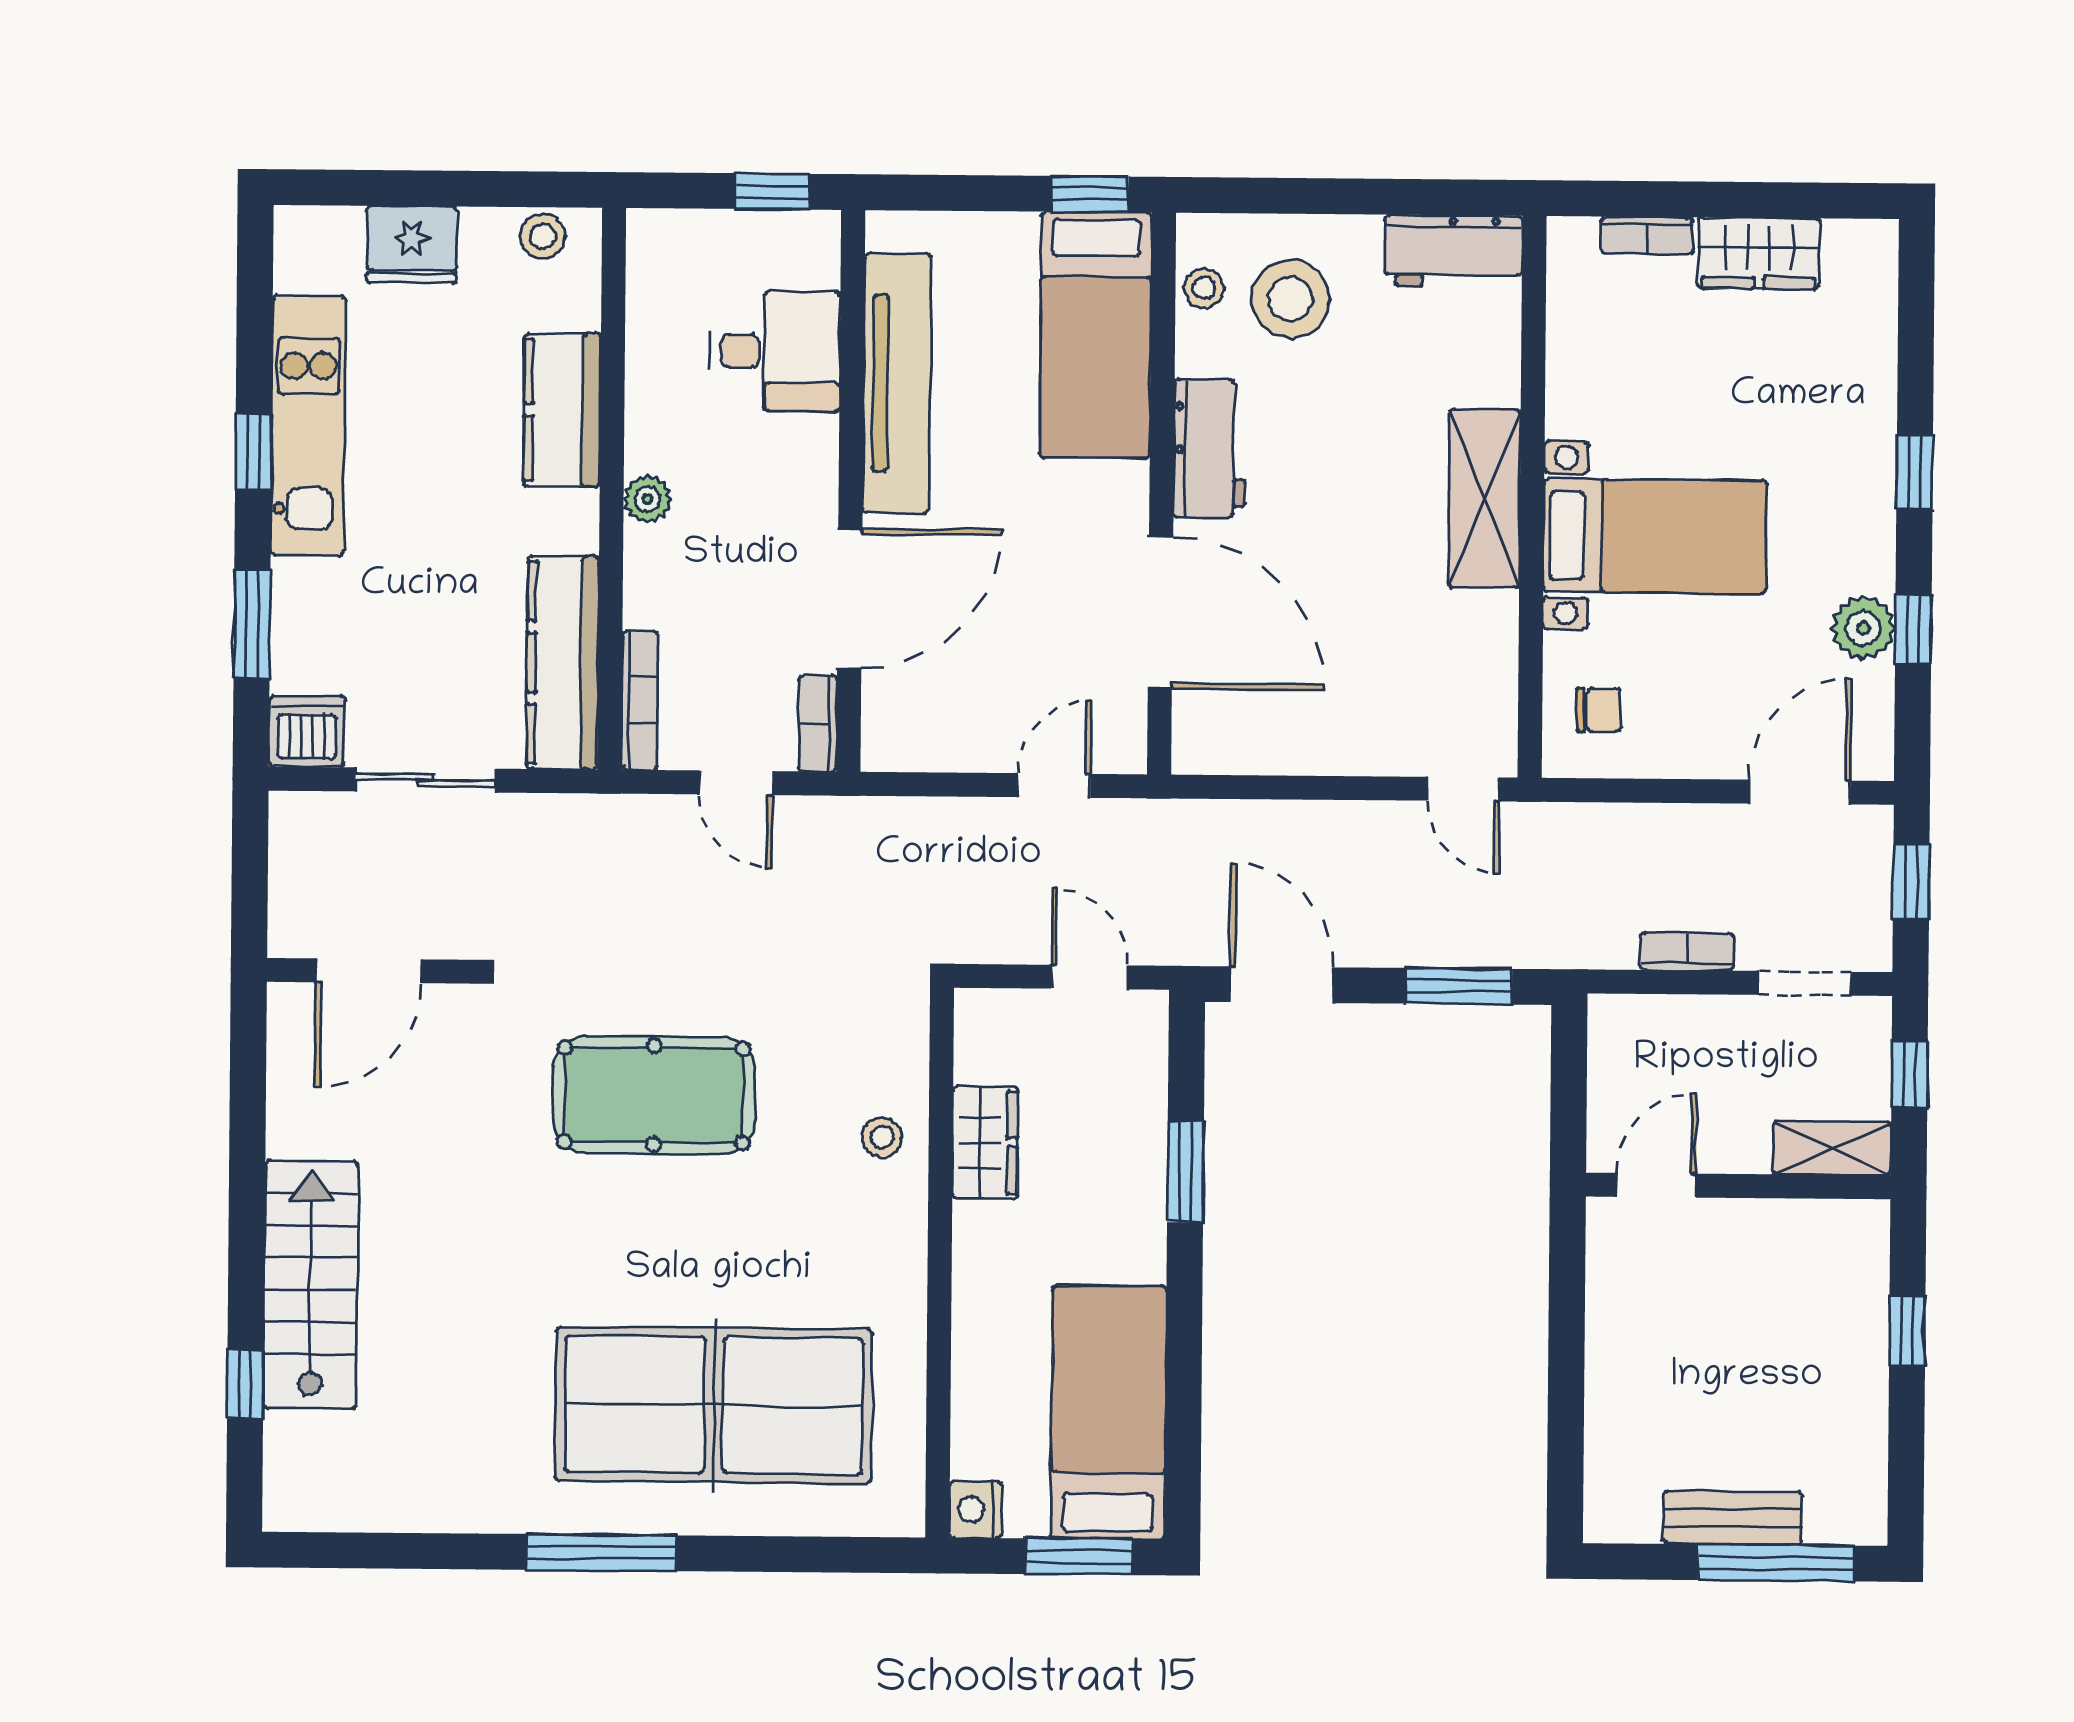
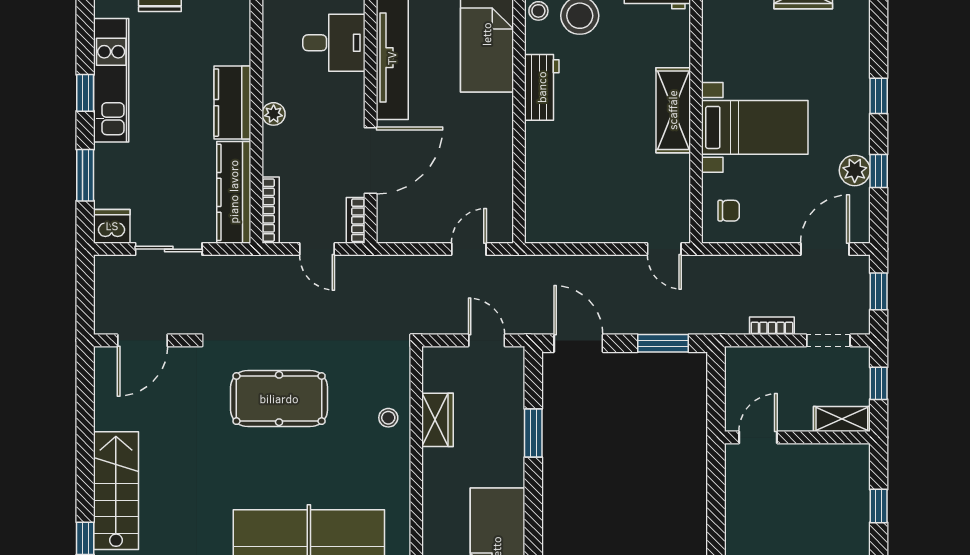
kitchen counter: (562, 410) -> (232, 103), moved
door: (1160, 612) -> (519, 166), removed

